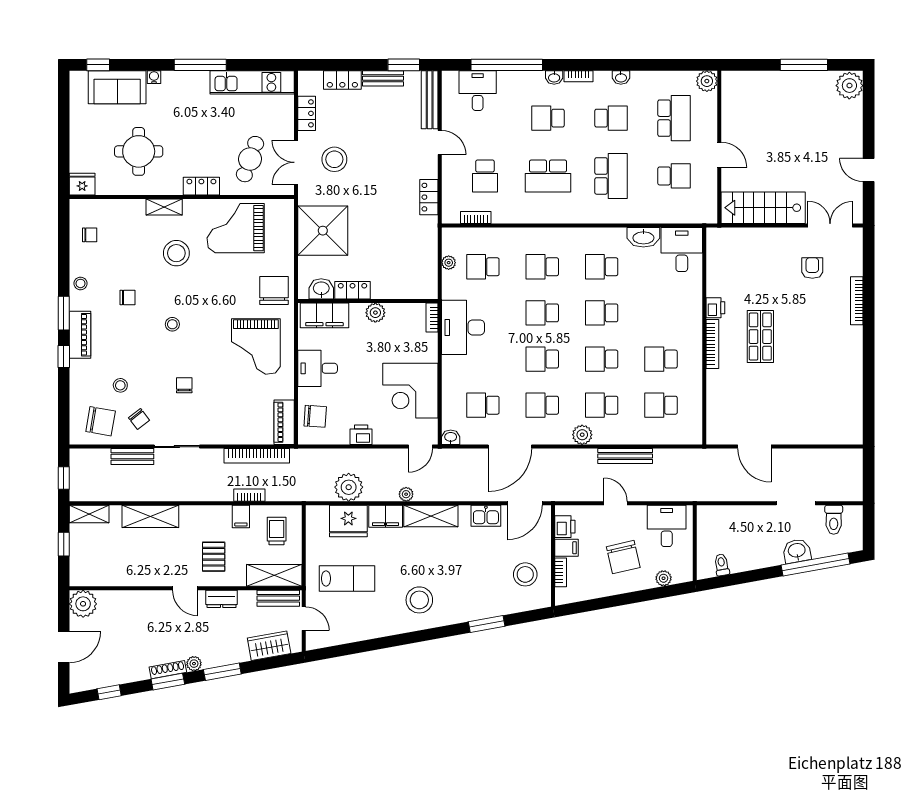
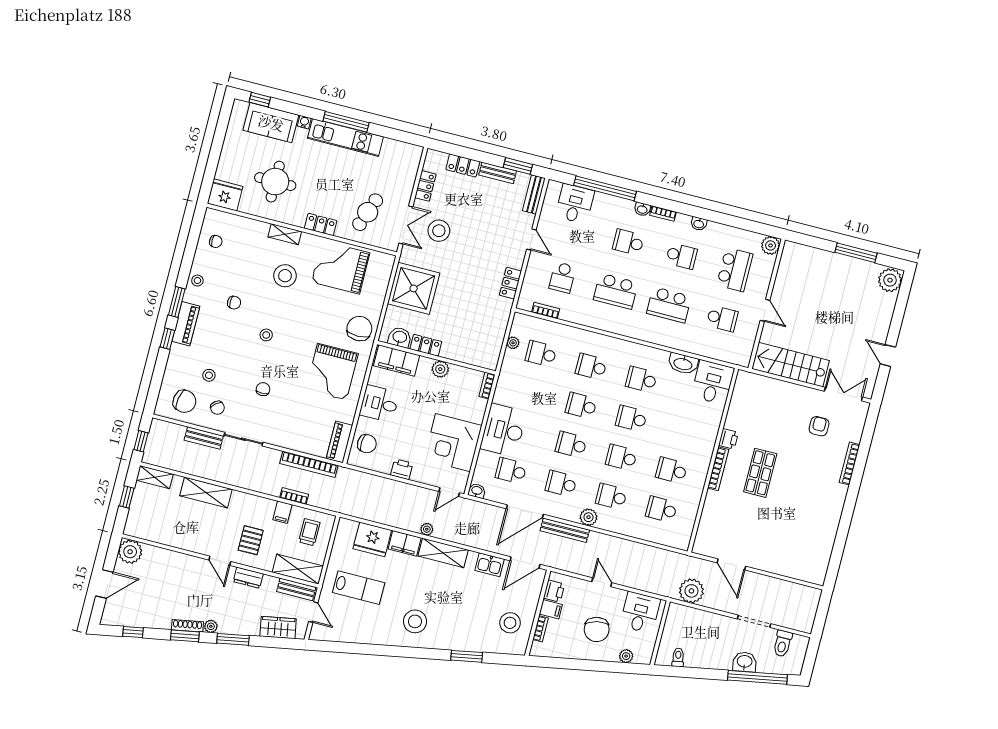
kitchen unit: (252, 82) -> (345, 137), moved
bench: (430, 100) -> (534, 194), width x0.73
double door: (296, 162) -> (406, 225), swing flipped
school desk: (611, 176) -> (669, 305), turned 90
fridge: (82, 184) -> (225, 195), width x1.36, depth x1.34
desk: (463, 327) -> (503, 430), moved
bench: (625, 456) -> (565, 530), moved
plant: (349, 487) -> (691, 591), moved

